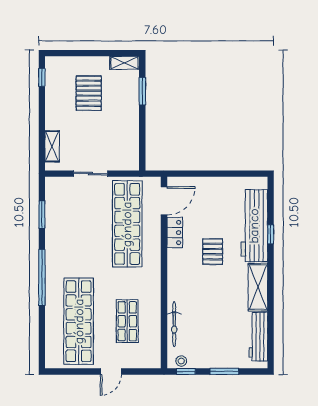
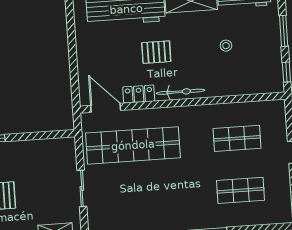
shop shelf: (79, 321) -> (241, 190), width x0.50, depth x0.74
bicycle: (174, 324) -> (181, 92), moved
stool: (181, 361) -> (226, 46), moved

